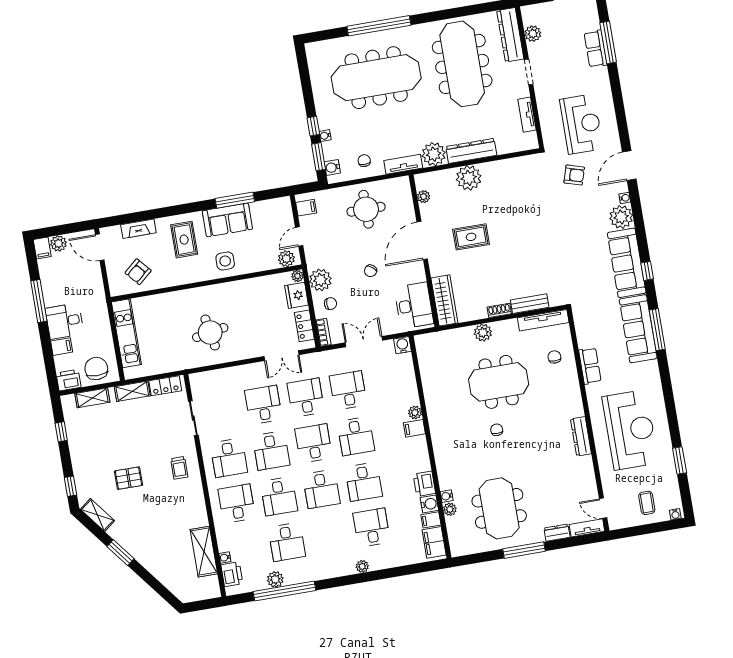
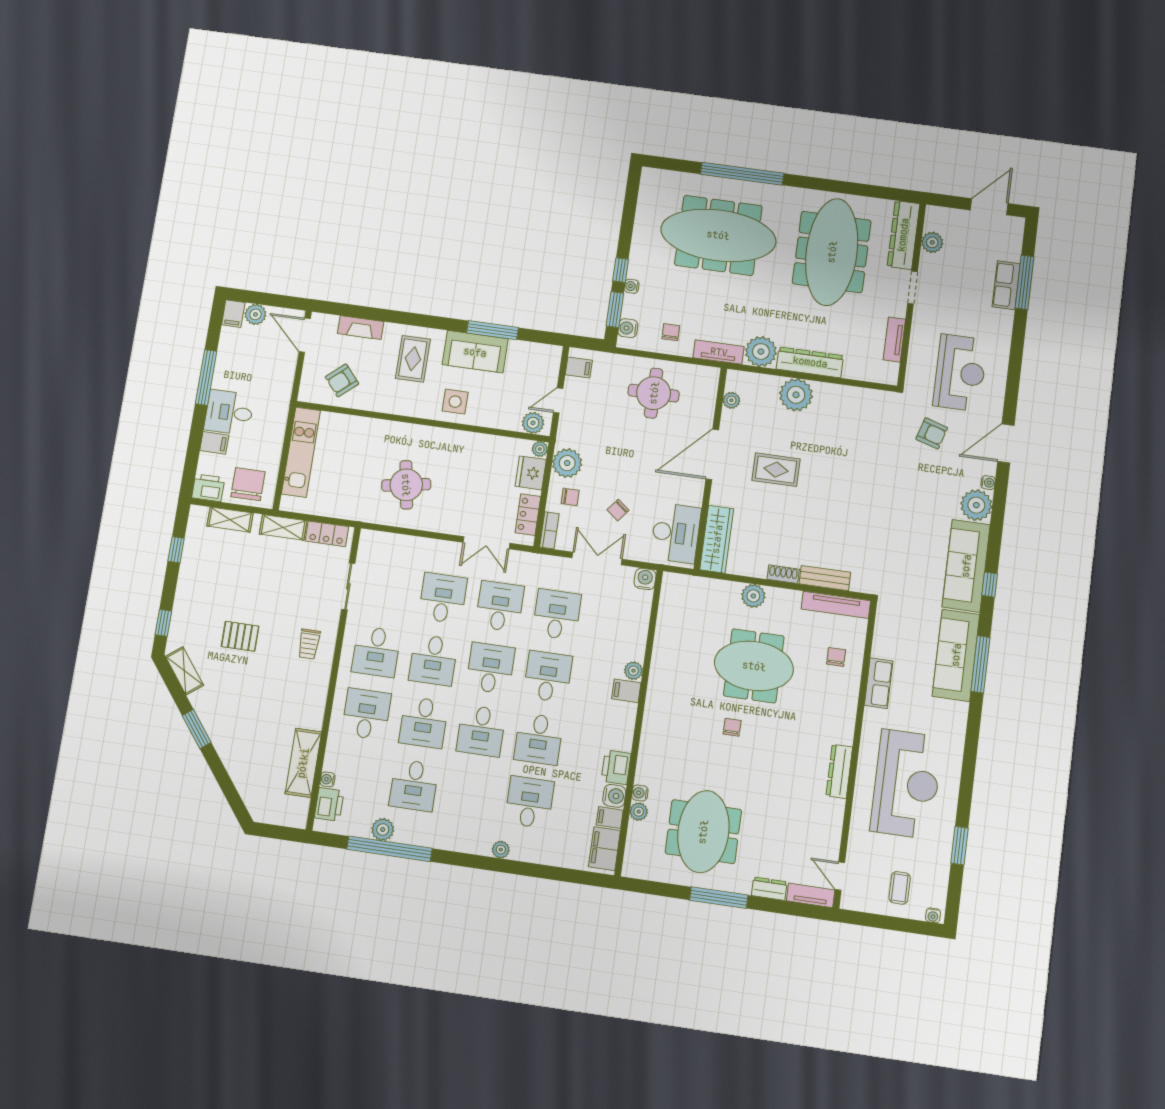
chair: (371, 271) -> (618, 510), moved
desk: (356, 436) -> (548, 676), turned 180

